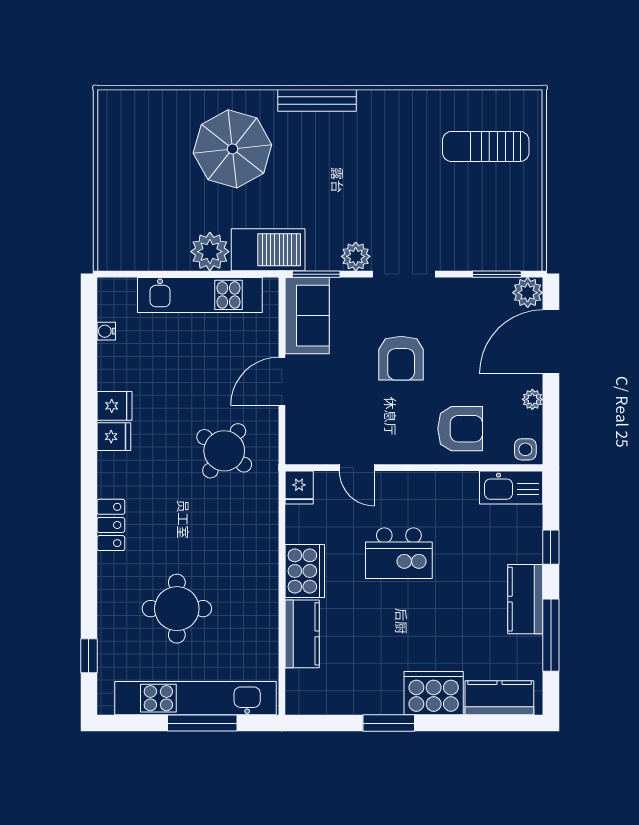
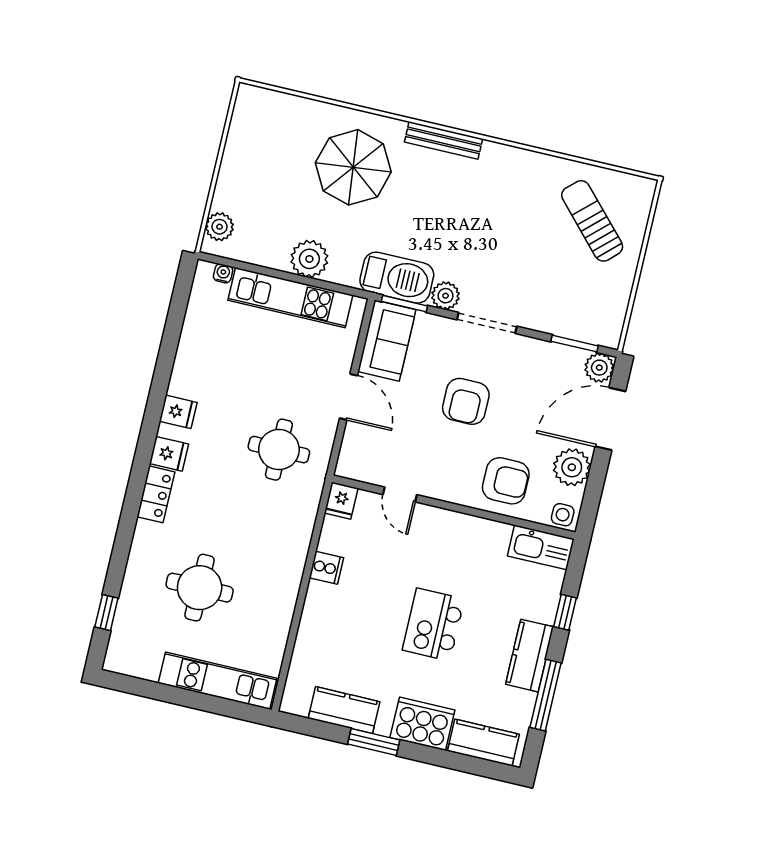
sun lounger: (486, 146) -> (592, 221), turned 47
plant: (112, 240) -> (220, 227), added
barbecue: (268, 250) -> (397, 278), moved
water cooler: (106, 331) -> (223, 273), moved, turned 90
door: (282, 381) -> (348, 397), swing flipped
plant: (532, 399) -> (572, 467), width x1.88, depth x1.88
fridge: (114, 406) -> (169, 454), moved
round table: (224, 451) -> (279, 450), turned -35
kitchen island: (399, 553) -> (433, 625), moved, turned 90
cooker: (305, 571) -> (326, 568), width x0.53, depth x0.76
kitchen counter: (302, 634) -> (344, 710), moved, turned -90
kitchen unit: (196, 698) -> (218, 681), width x0.73
window: (202, 723) -> (198, 701), removed

